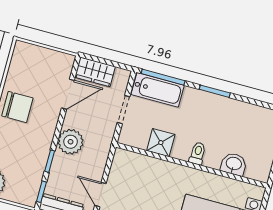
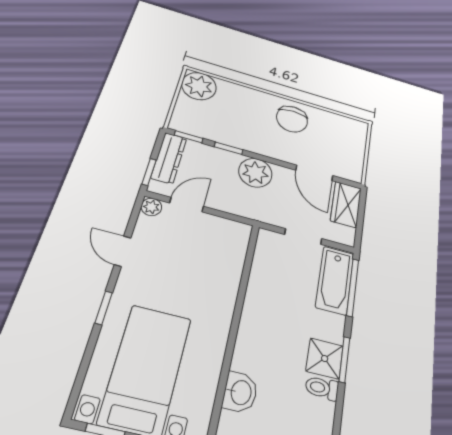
shower: (161, 143) -> (325, 358), moved
toilet: (198, 153) -> (322, 388), moved, turned 180

